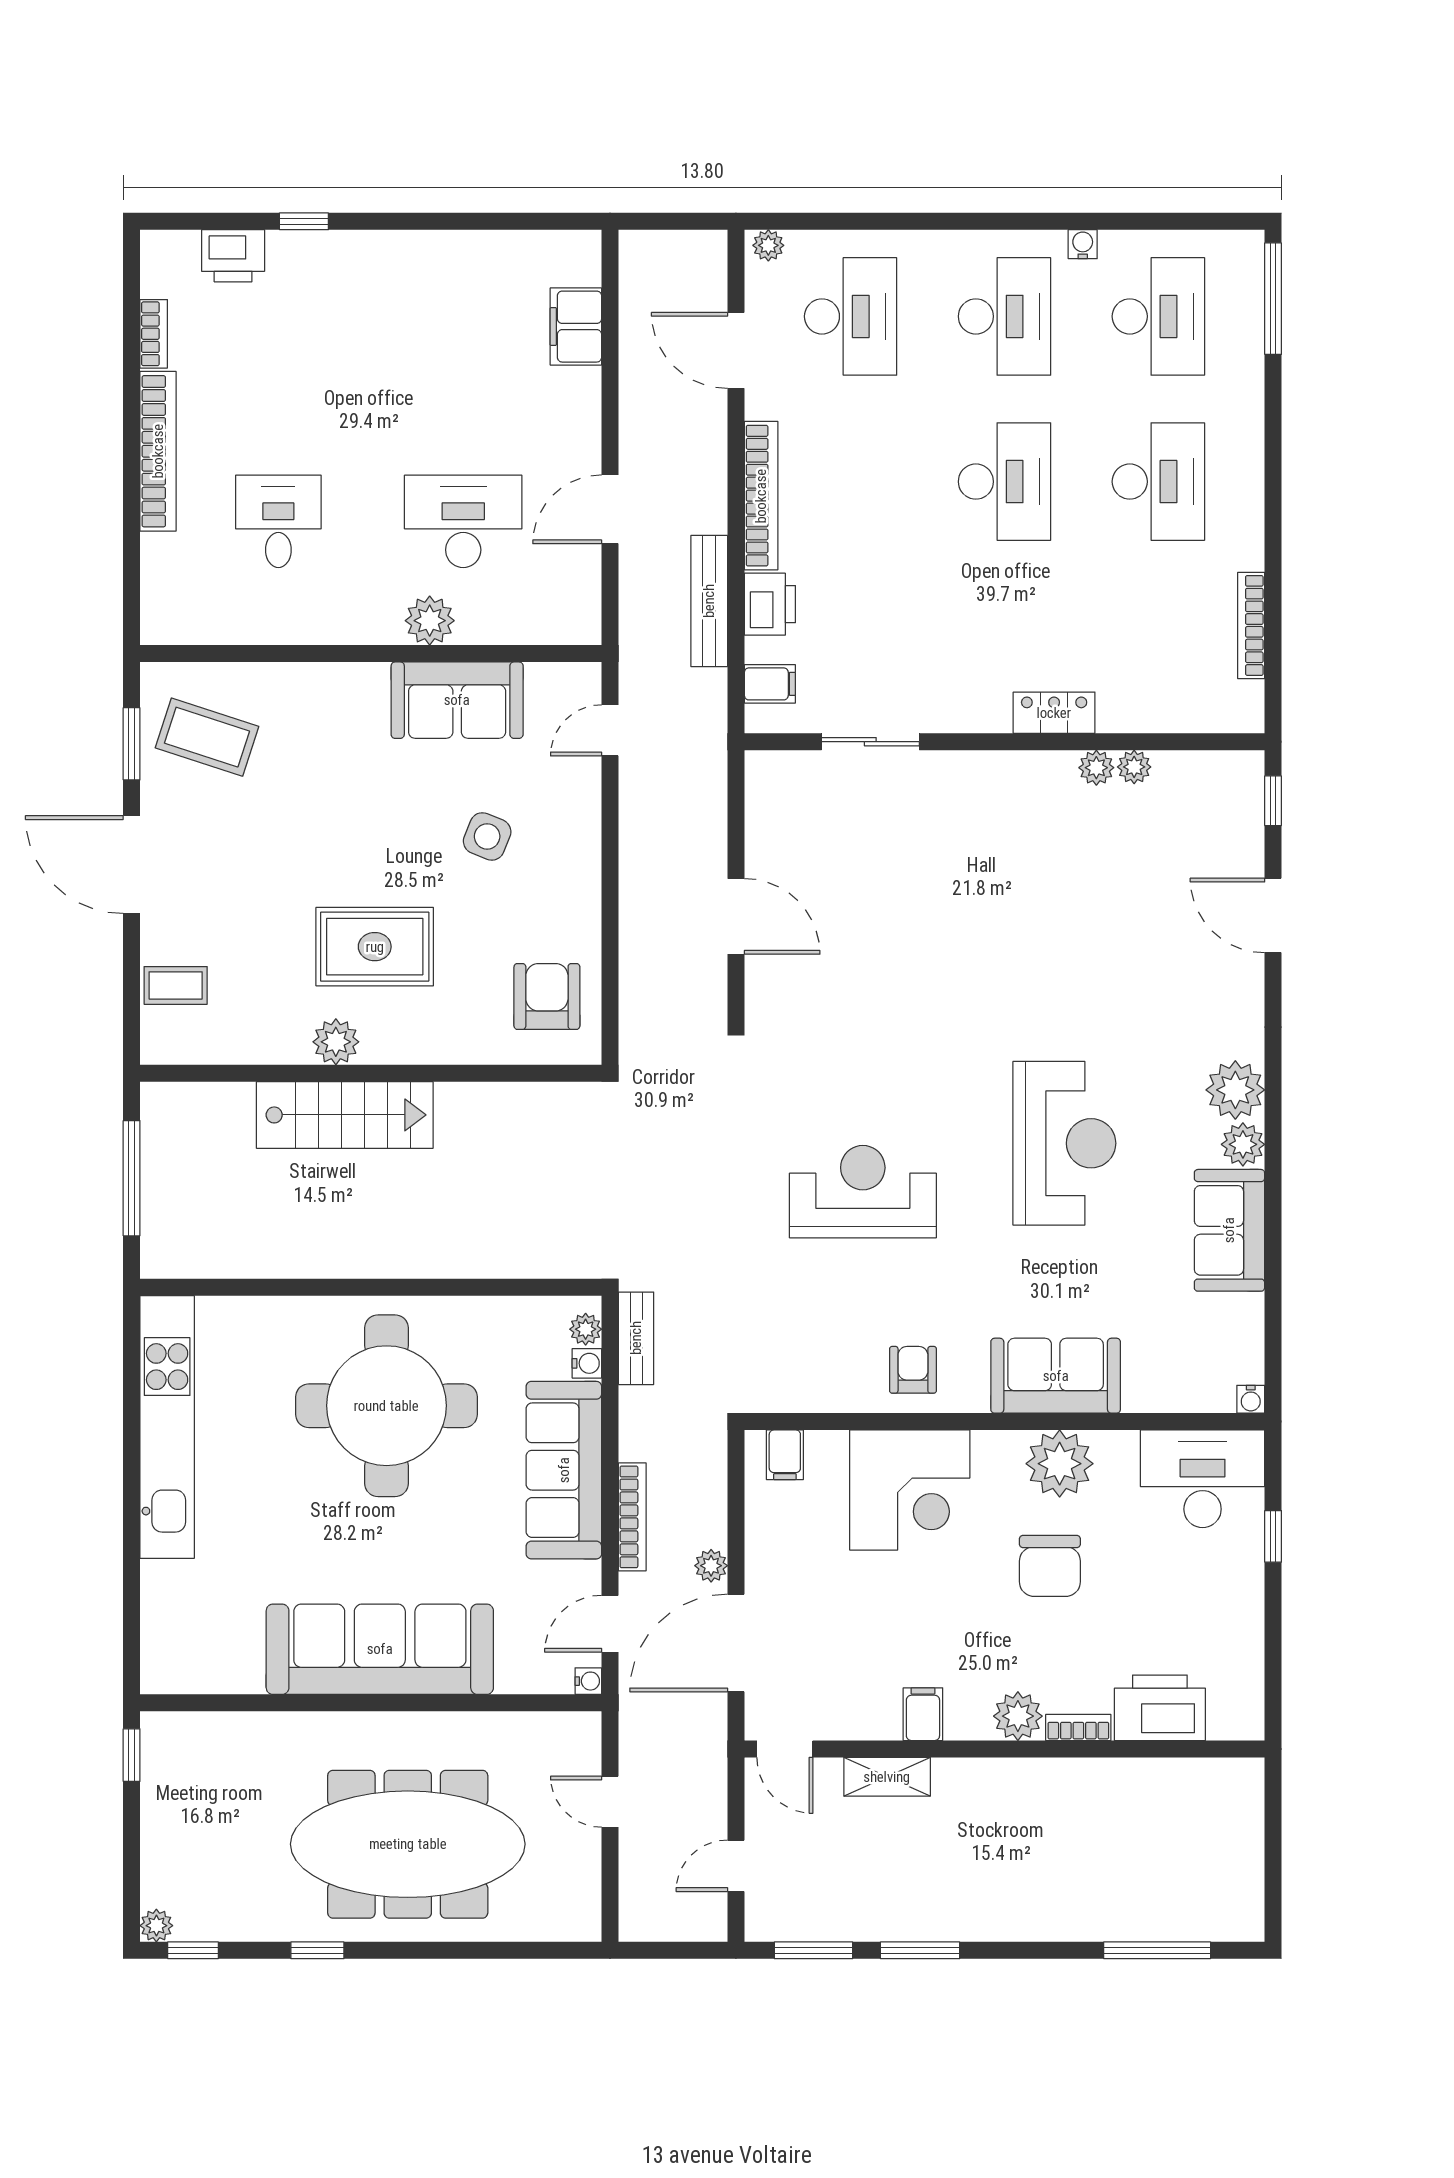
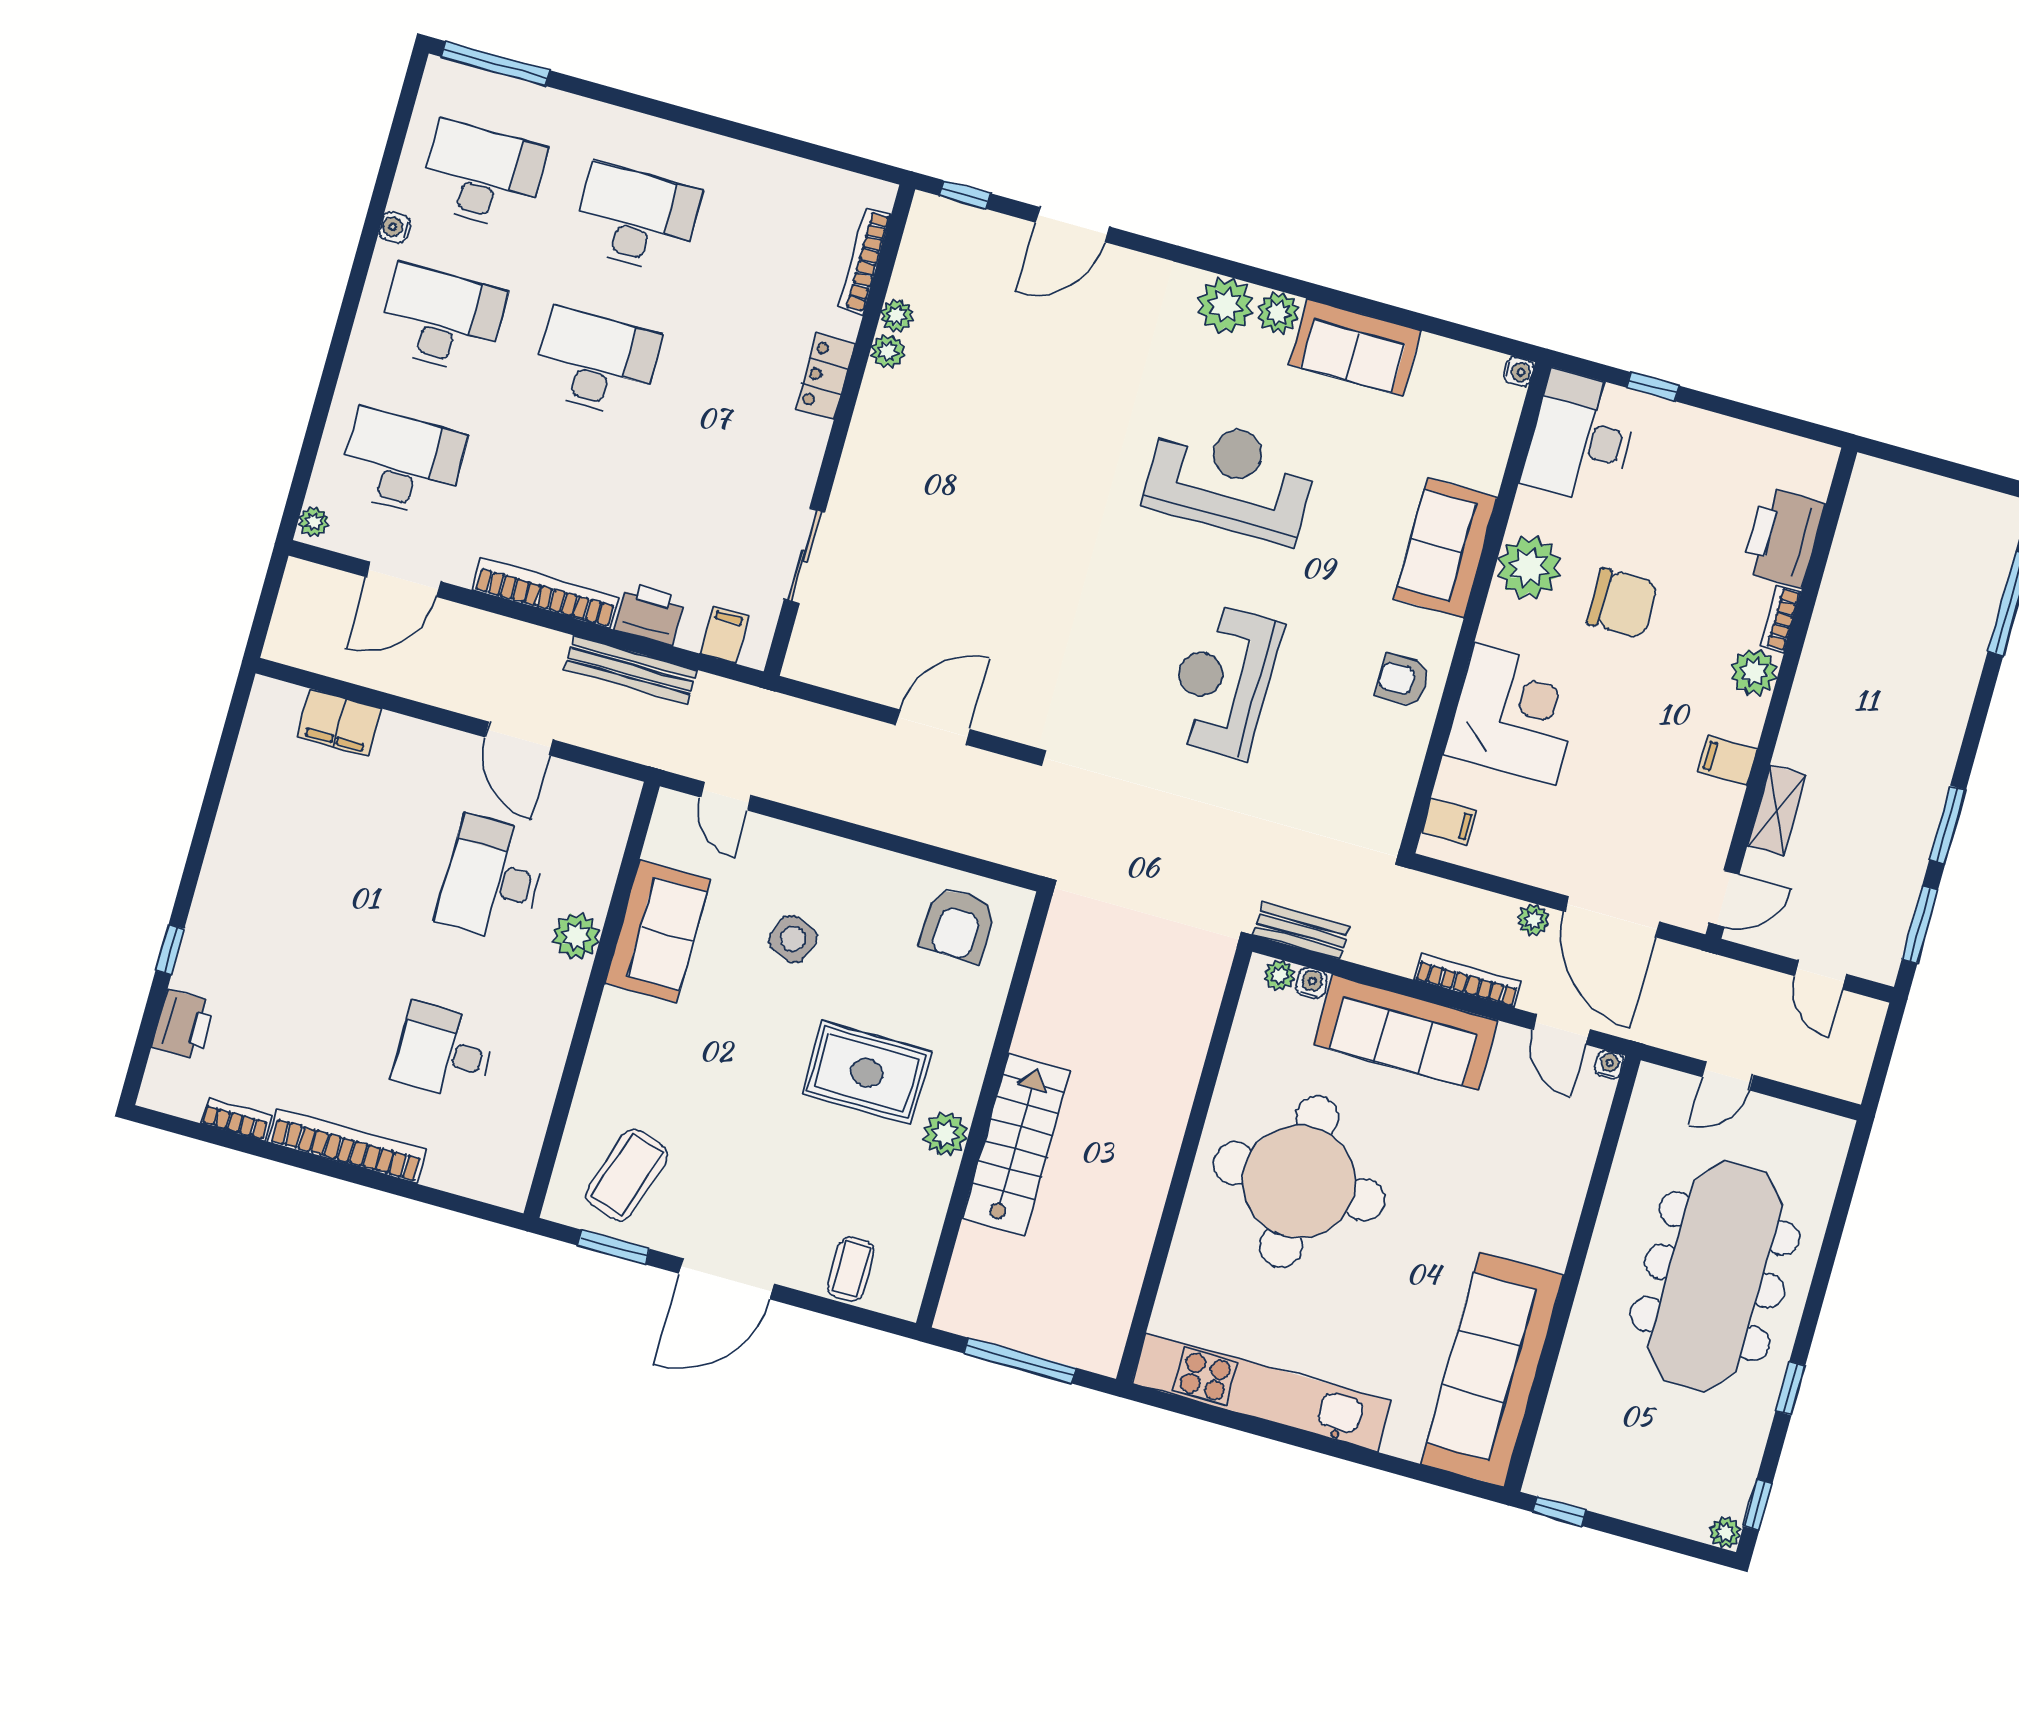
bookcase: (1251, 625) -> (865, 261), moved, turned 90
rug: (375, 947) -> (867, 1073), turned 90
armchair: (547, 996) -> (958, 925), turned -88
sofa: (380, 1649) -> (1492, 1369), moved

